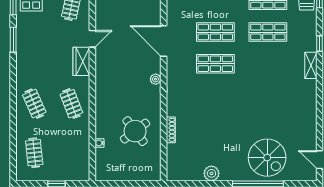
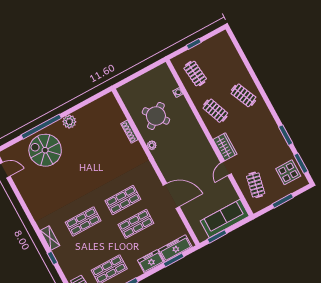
shop shelf: (268, 32) -> (83, 221), moved
plant: (156, 79) -> (152, 145), moved
clothes rail: (34, 153) -> (195, 74), moved
plant: (211, 173) -> (69, 122), moved

